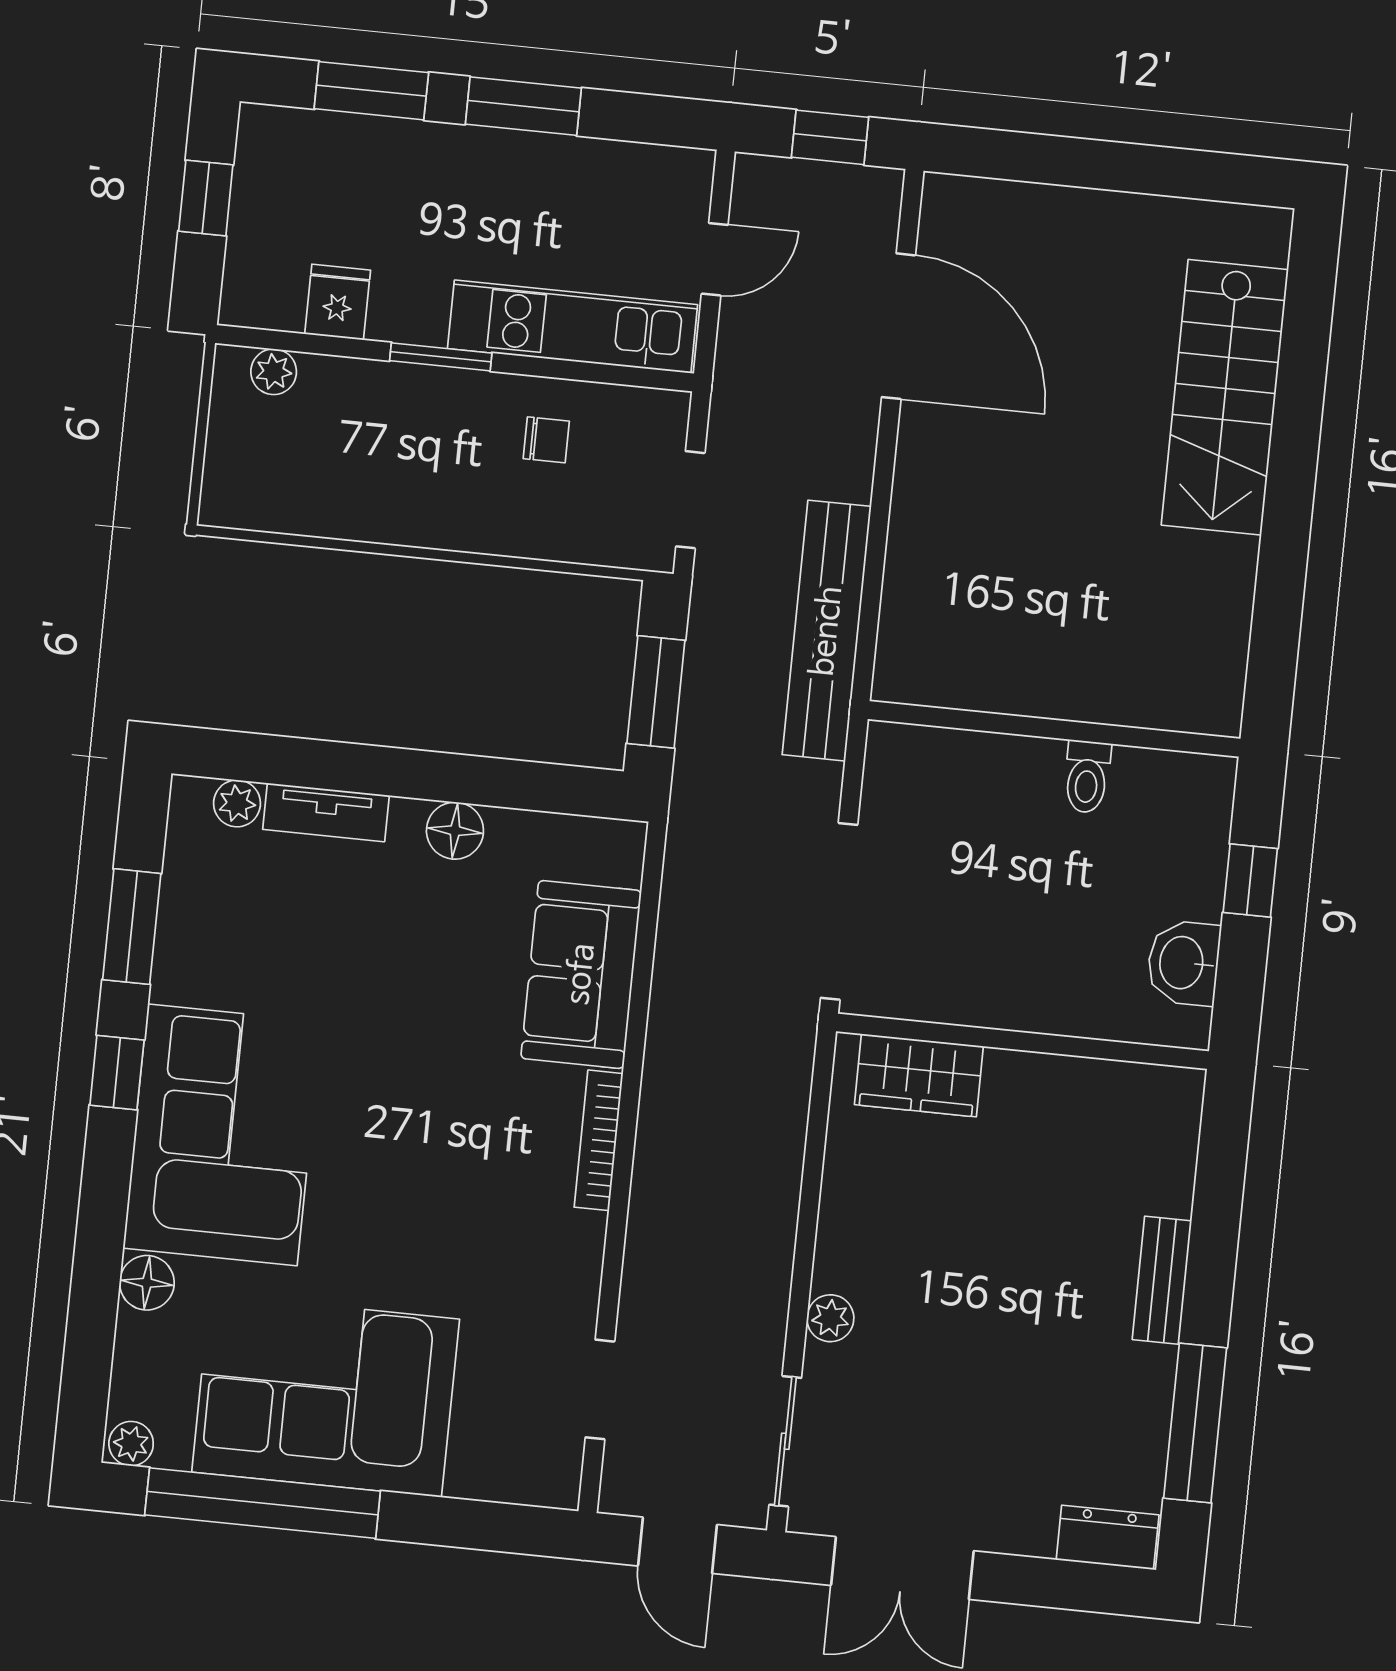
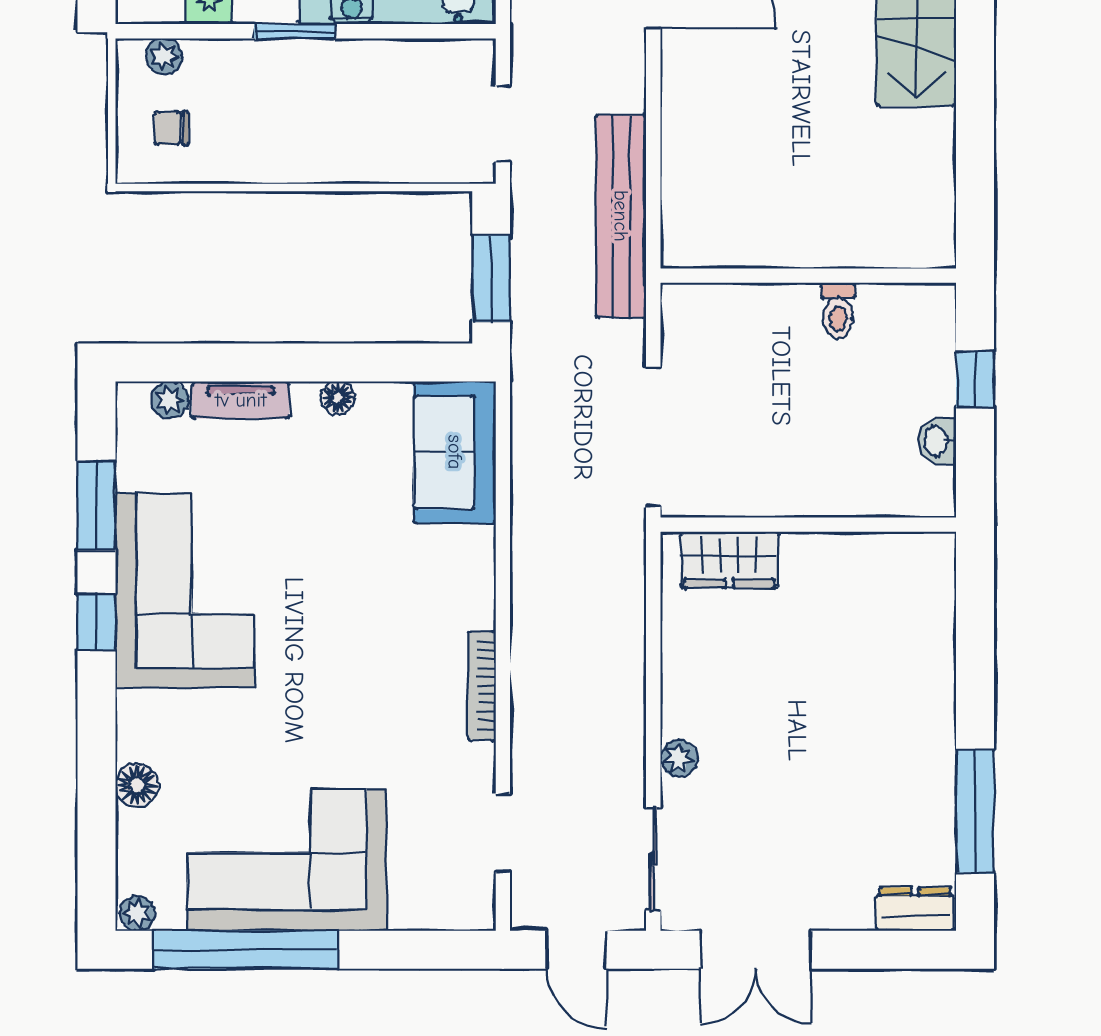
chair: (546, 440) -> (171, 128), moved, turned 180
floor lamp: (455, 831) -> (338, 398), width x0.73, depth x0.73
washbasin: (1183, 963) -> (937, 441), width x0.72, depth x0.69
sofa: (581, 974) -> (455, 452), moved
corner sofa: (222, 1135) -> (185, 590), moved
bookcase: (599, 1140) -> (482, 686), moved
bench: (1162, 1280) -> (937, 702), removed

